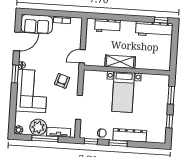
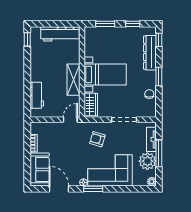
workbench: (154, 29) -> (60, 34), moved, turned 90
door: (82, 56) -> (70, 120), swing flipped
wardrobe: (95, 77) -> (91, 104), added
dresser: (130, 135) -> (150, 53), moved
window: (91, 141) -> (159, 40), moved

